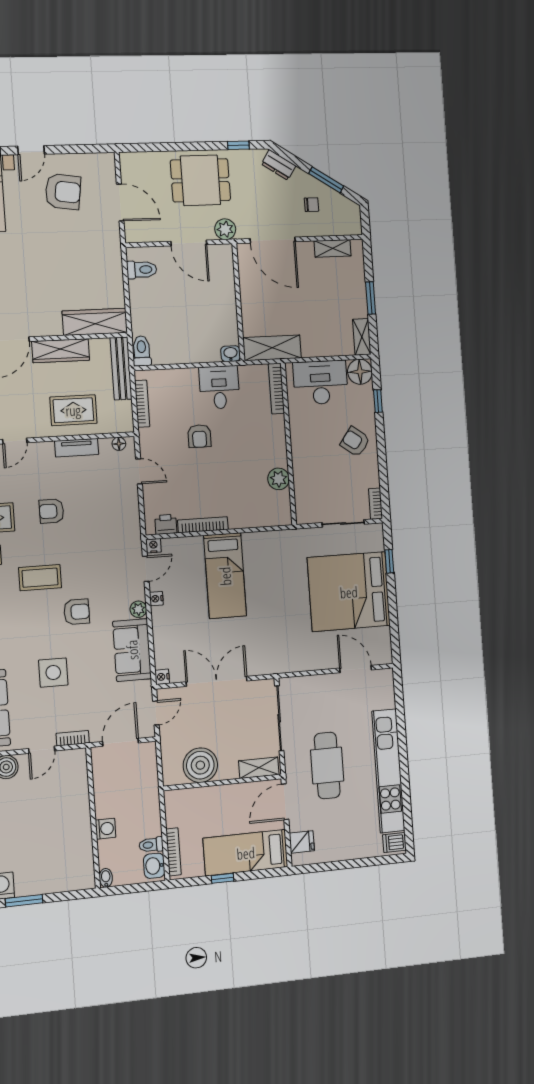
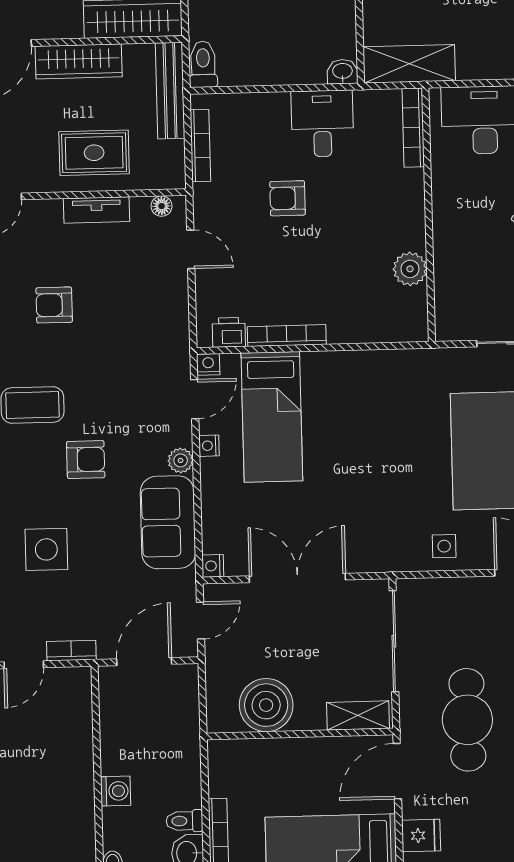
armchair: (199, 436) -> (287, 198), turned 90
bed: (225, 576) -> (272, 417), moved
side table: (308, 655) -> (444, 546), added

